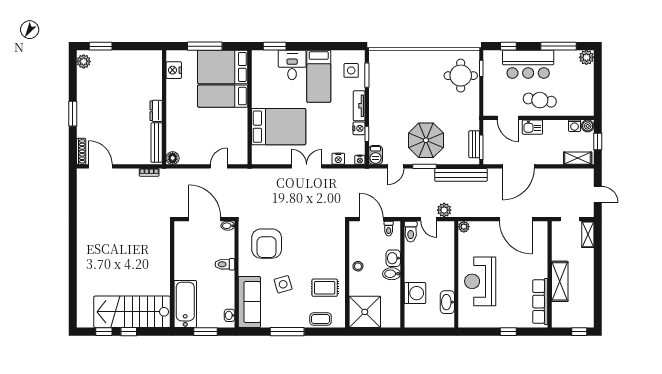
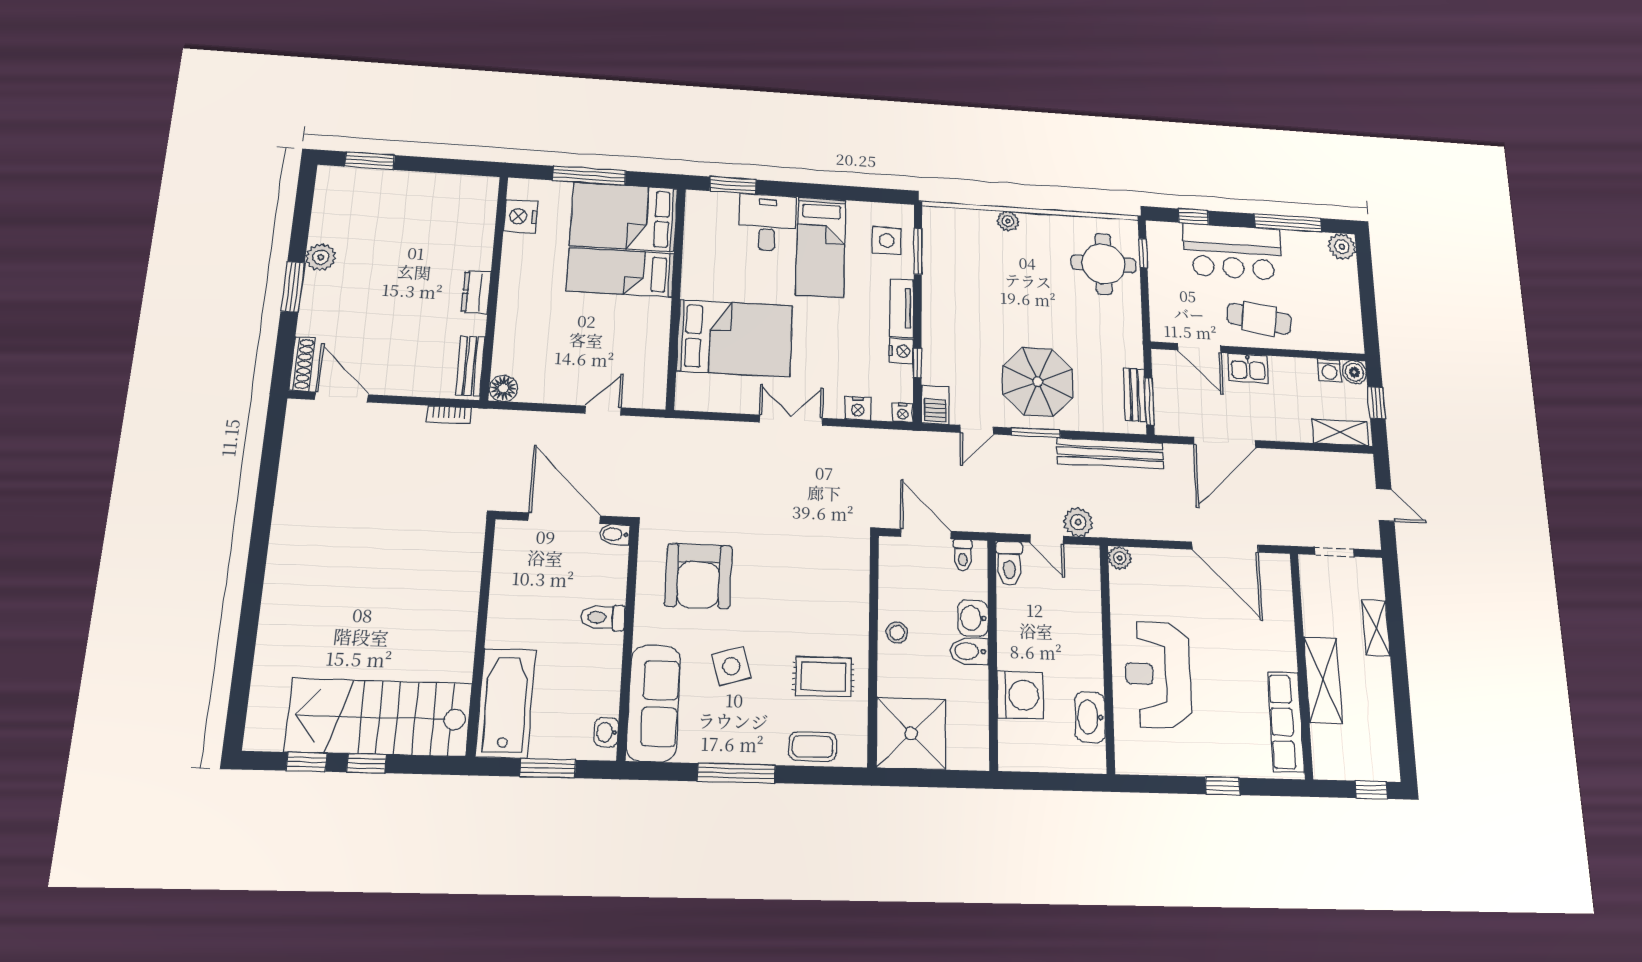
plant: (412, 56) -> (1008, 221), added
plant: (84, 61) -> (321, 257), moved
bench: (157, 143) -> (470, 366), width x0.73
shelving: (588, 234) -> (1376, 628), moved

